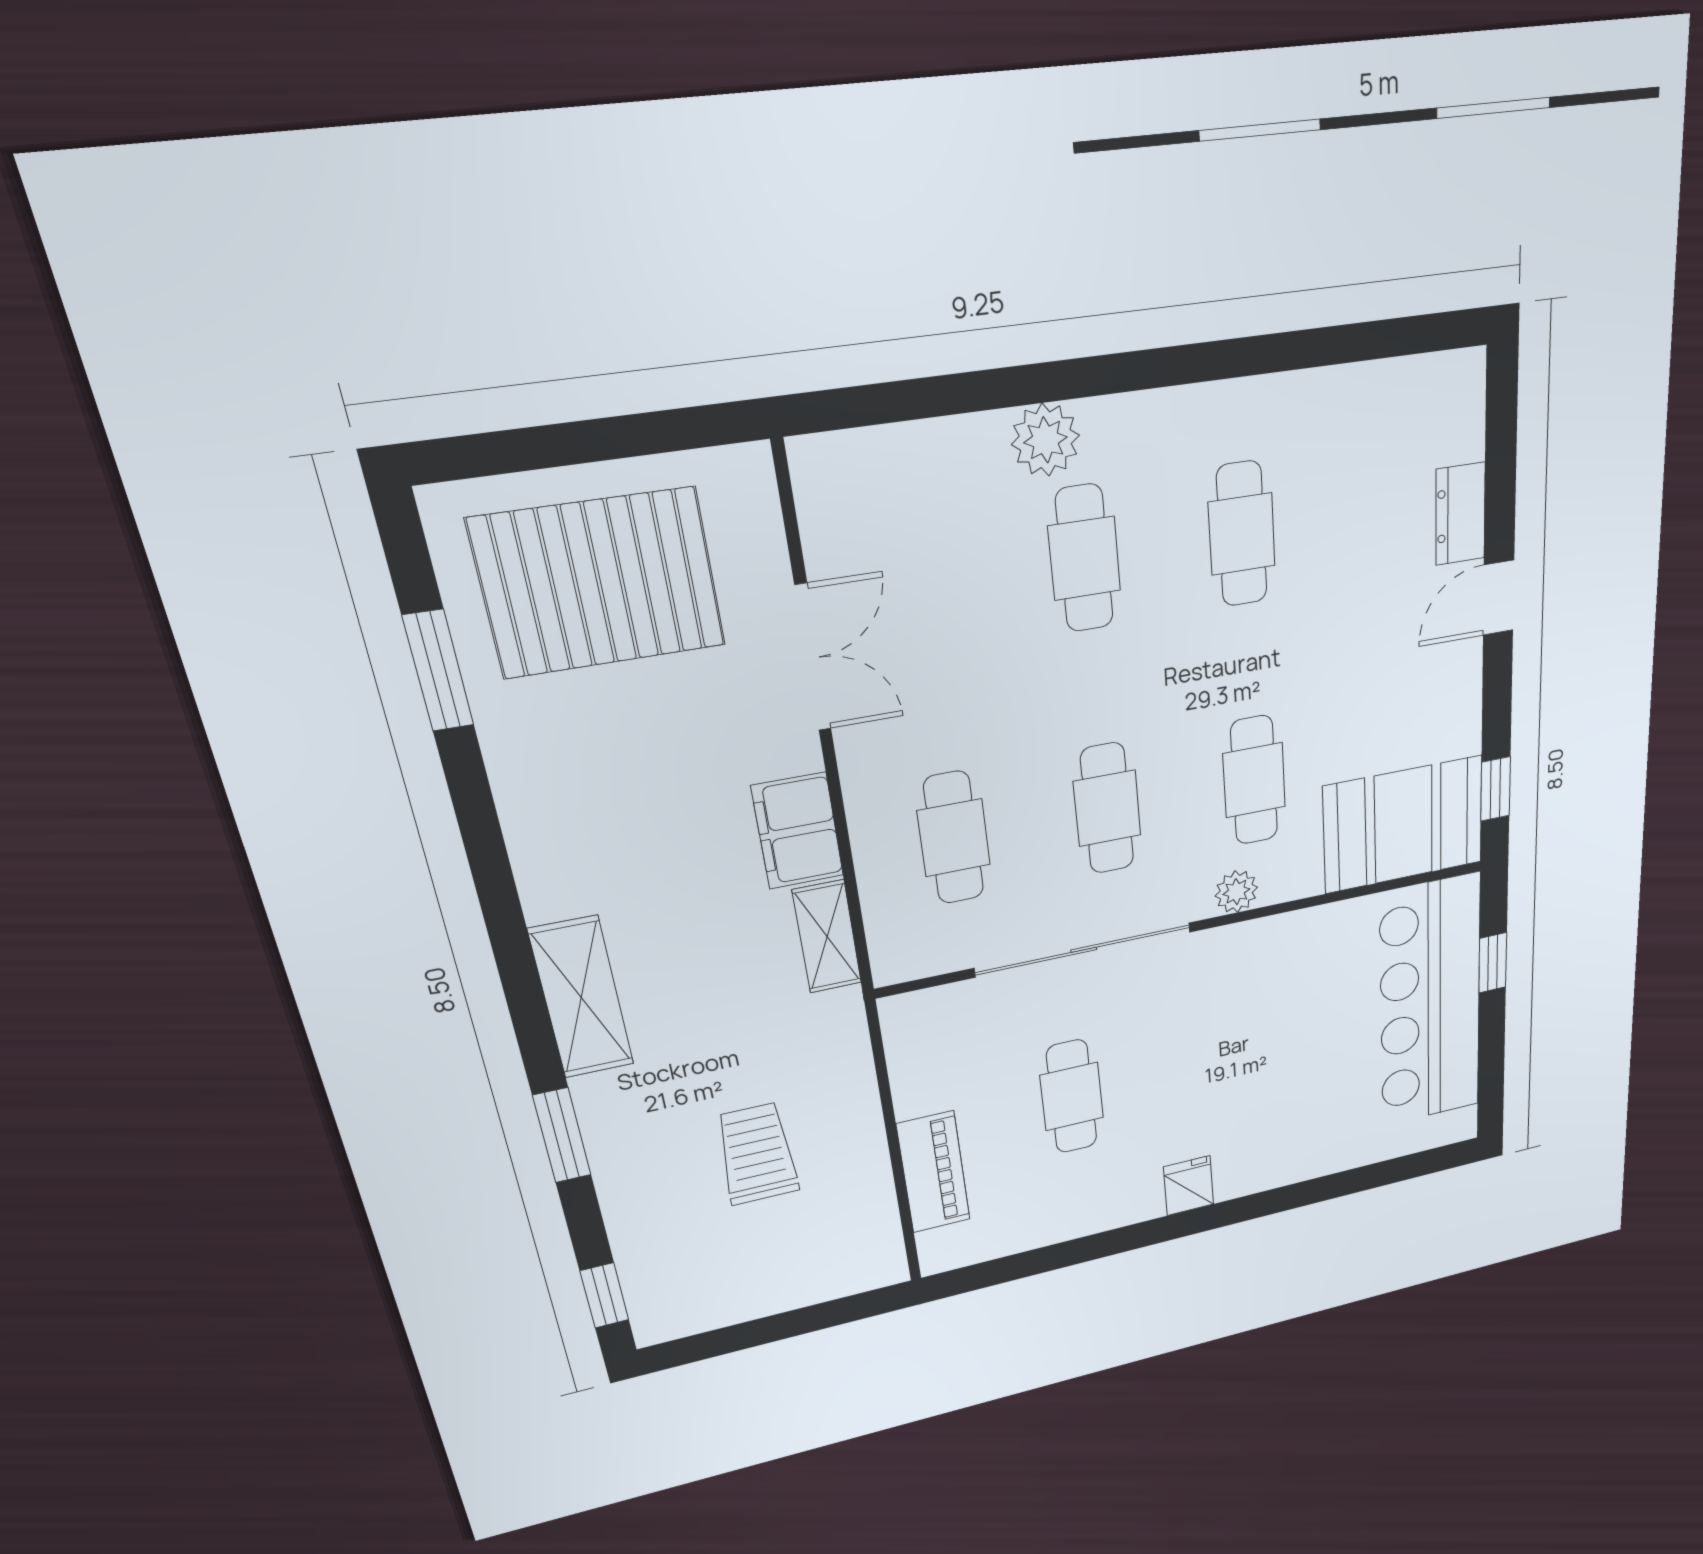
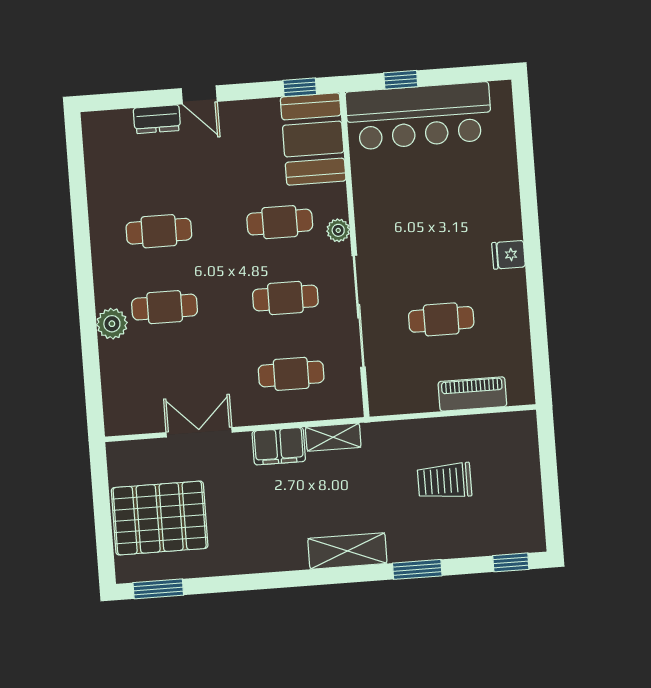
pallet: (599, 583) -> (160, 518), turned 90
window: (438, 671) -> (158, 589), moved

